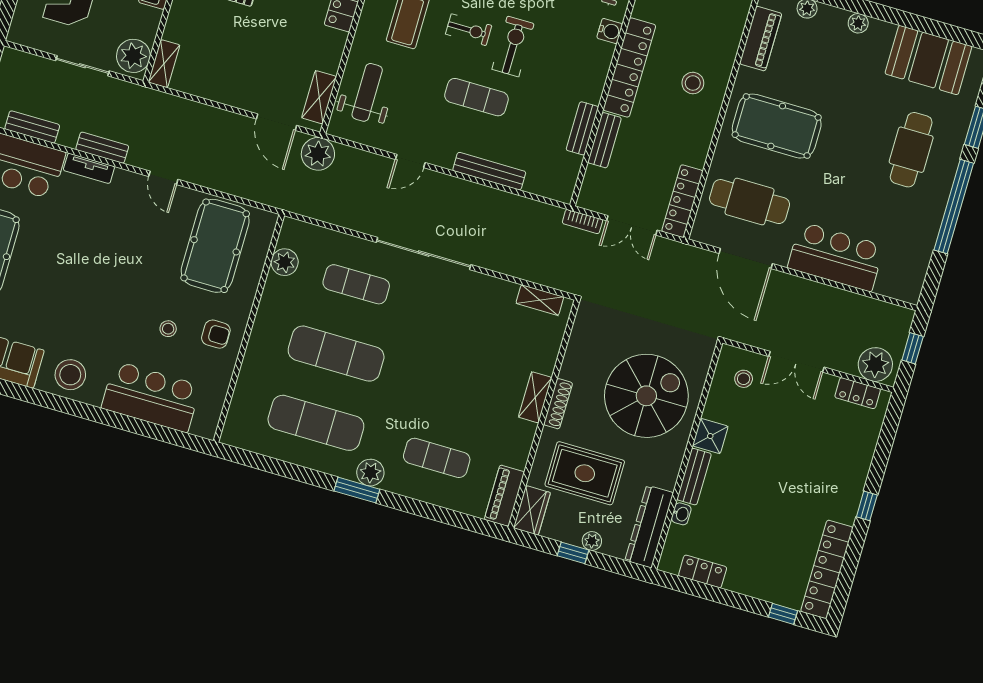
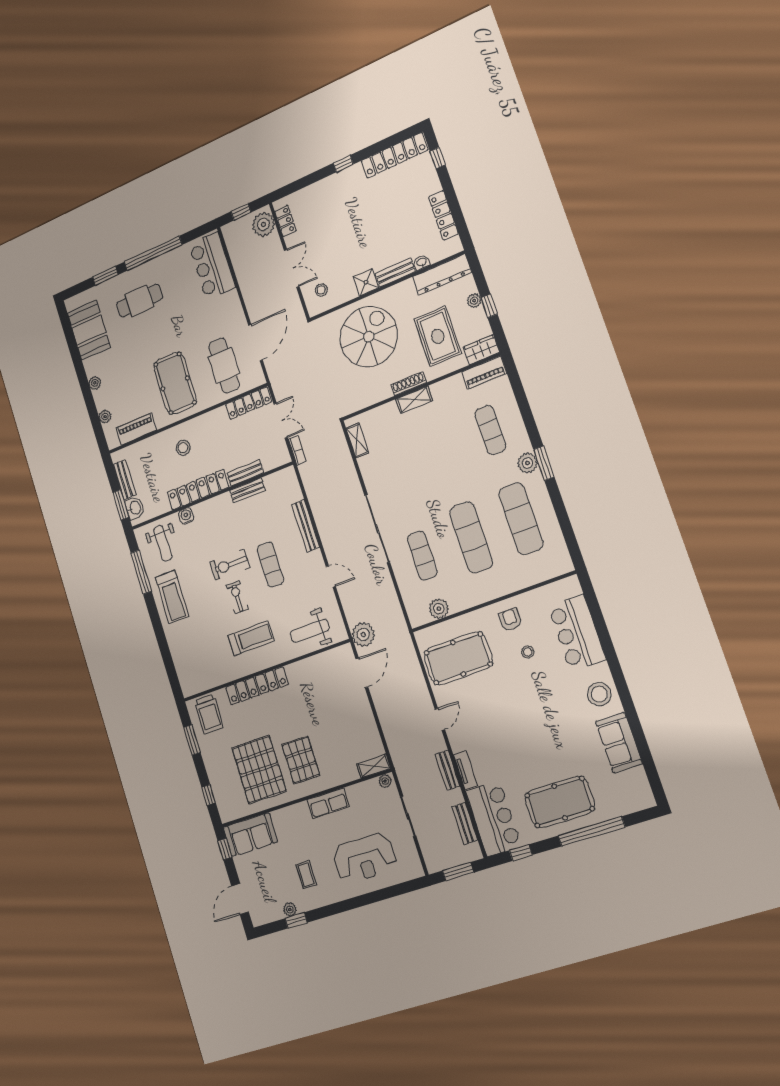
plant: (133, 56) -> (385, 781), width x0.53, depth x0.53
shelving: (319, 97) -> (331, 657), removed
bar counter: (836, 257) -> (212, 266), moved
spiral stairs: (646, 396) -> (369, 337), turned 90
locker: (703, 571) -> (443, 215), width x1.53

